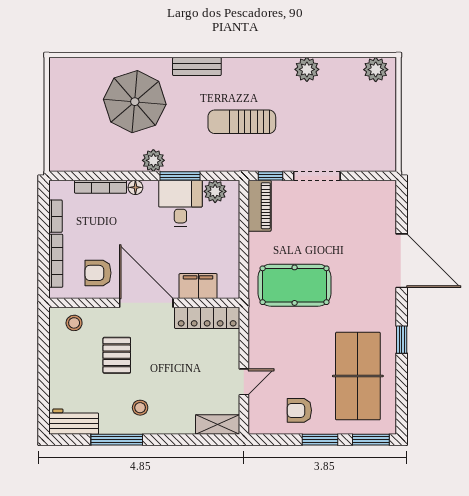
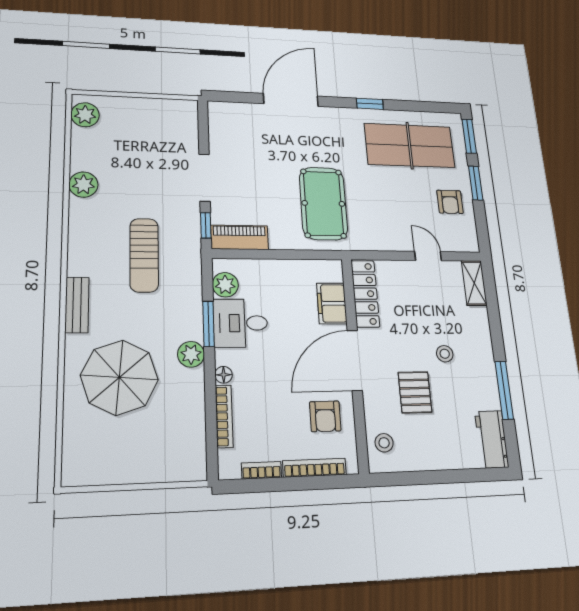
pallet: (117, 355) -> (415, 392), turned 90
stool: (140, 408) -> (445, 354), moved

